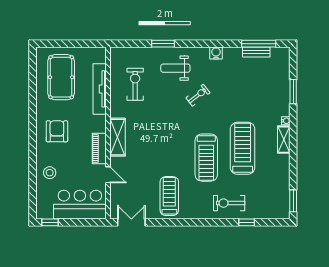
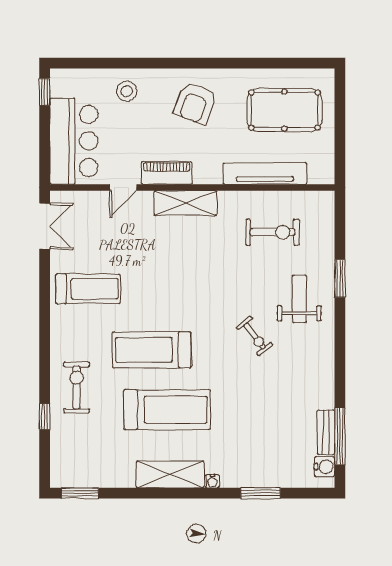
water cooler: (216, 53) -> (324, 467), moved
armchair: (57, 131) -> (195, 103), turned 110
shelving: (284, 140) -> (170, 474), width x1.50, depth x1.33

